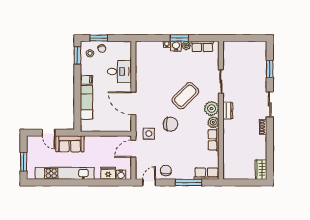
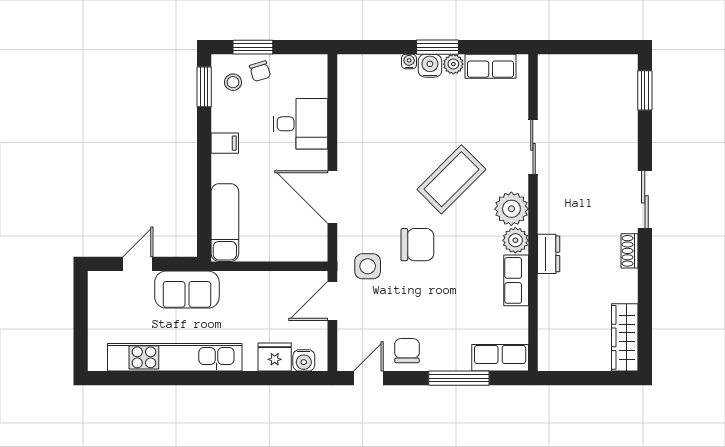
window: (270, 69) -> (645, 90), moved
exam couch: (86, 102) -> (225, 223), moved
dresser: (228, 111) -> (549, 254), moved
door: (49, 133) -> (138, 264), swing flipped
window: (24, 162) -> (81, 331), removed
wardrobe: (261, 170) -> (625, 337), width x1.50

